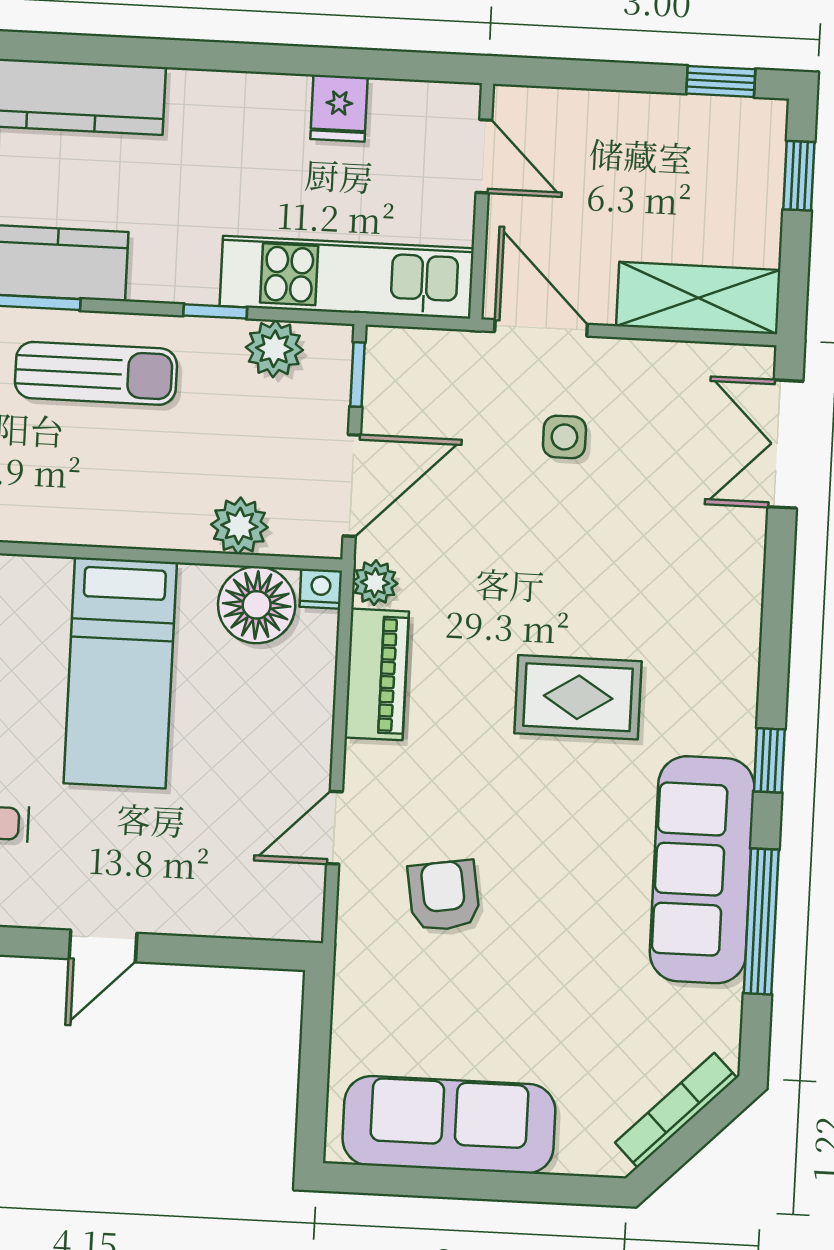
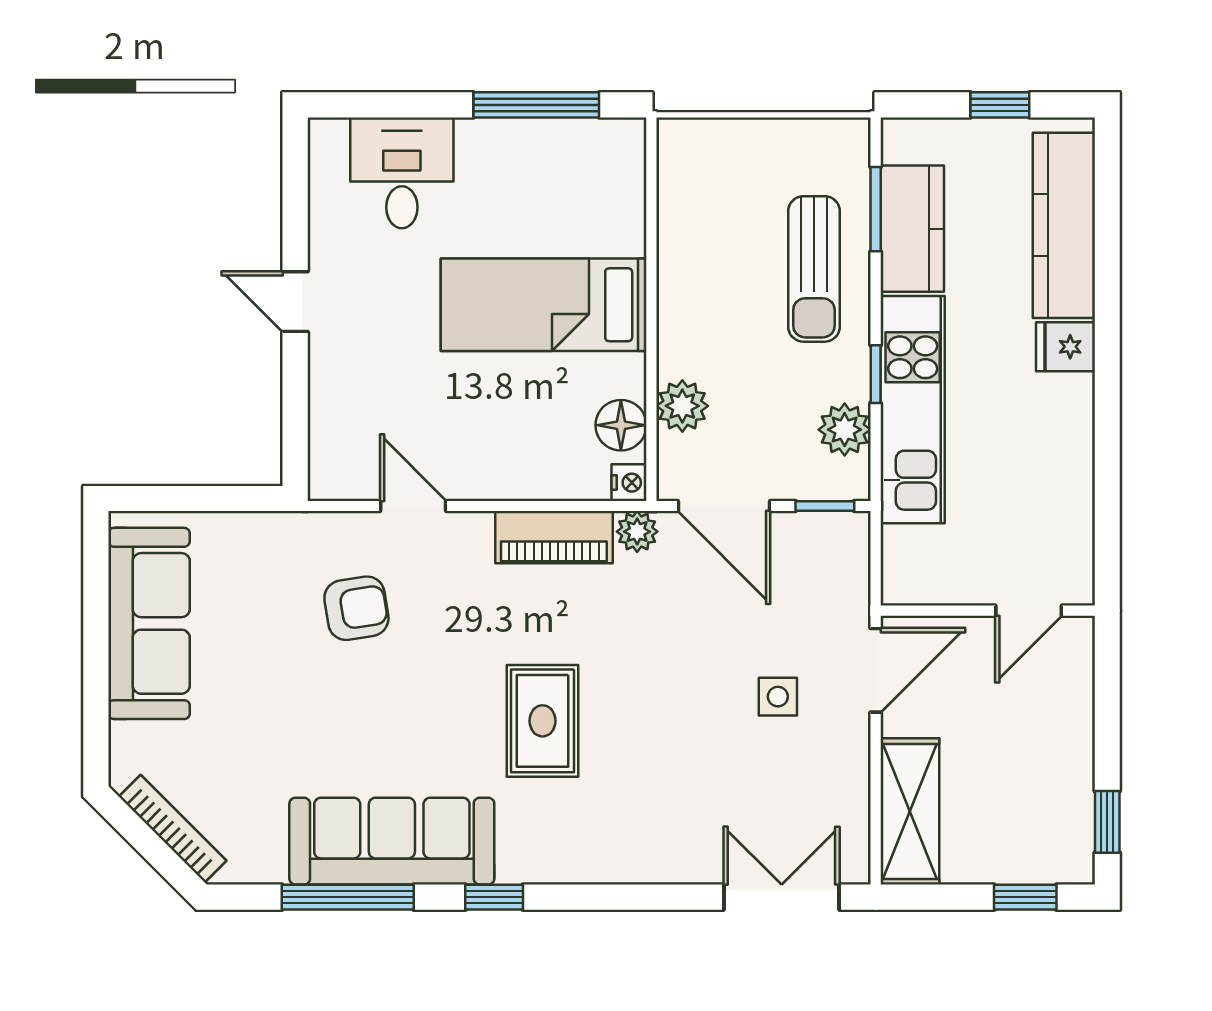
fridge: (339, 108) -> (1066, 347), moved
kitchen unit: (347, 277) -> (913, 410), moved
floor lamp: (257, 605) -> (621, 425), width x0.73, depth x0.73

